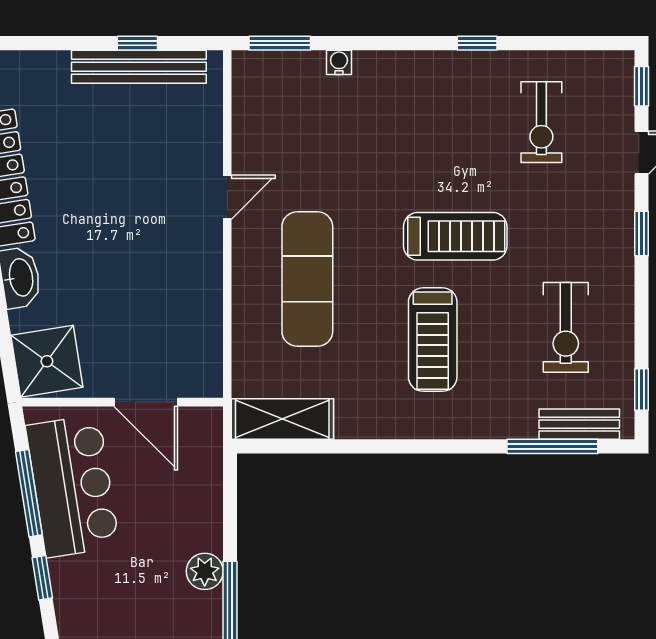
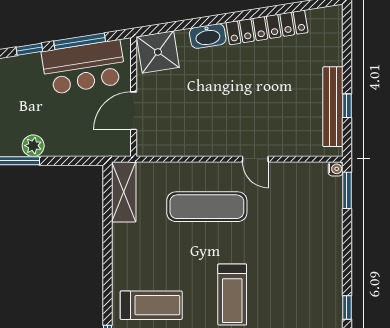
water cooler: (339, 62) -> (336, 169), moved
treadmill: (433, 340) -> (151, 305), moved, turned 180

